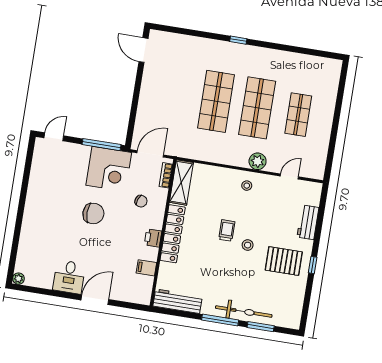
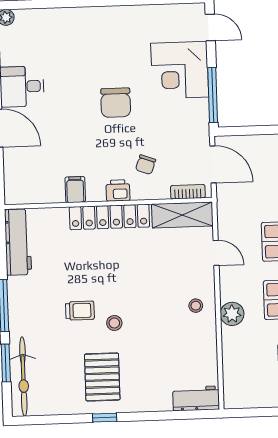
corner desk: (109, 169) -> (180, 70), moved
door: (289, 176) -> (216, 253), moved
workbench: (308, 222) -> (196, 398), moved
trolley: (227, 230) -> (80, 311), moved
printer: (153, 238) -> (118, 190), moved
filing cabinet: (146, 268) -> (75, 190), moved
bicycle: (244, 312) -> (23, 376), moved

